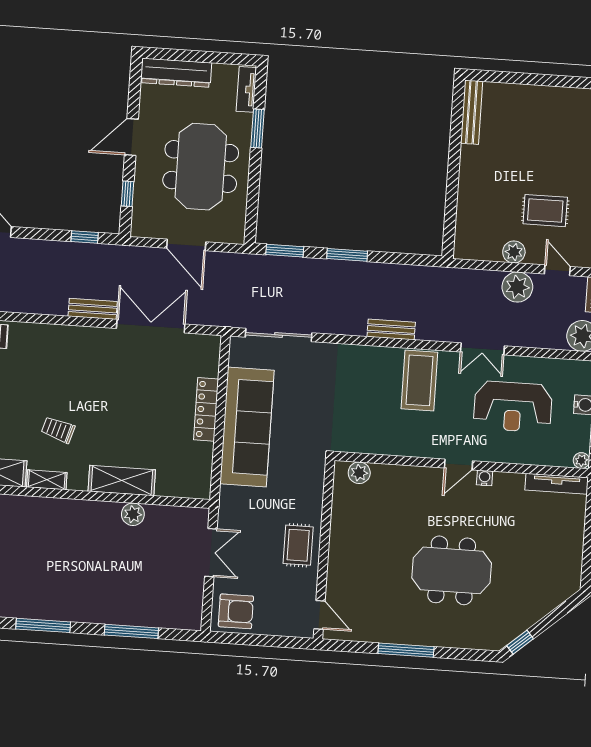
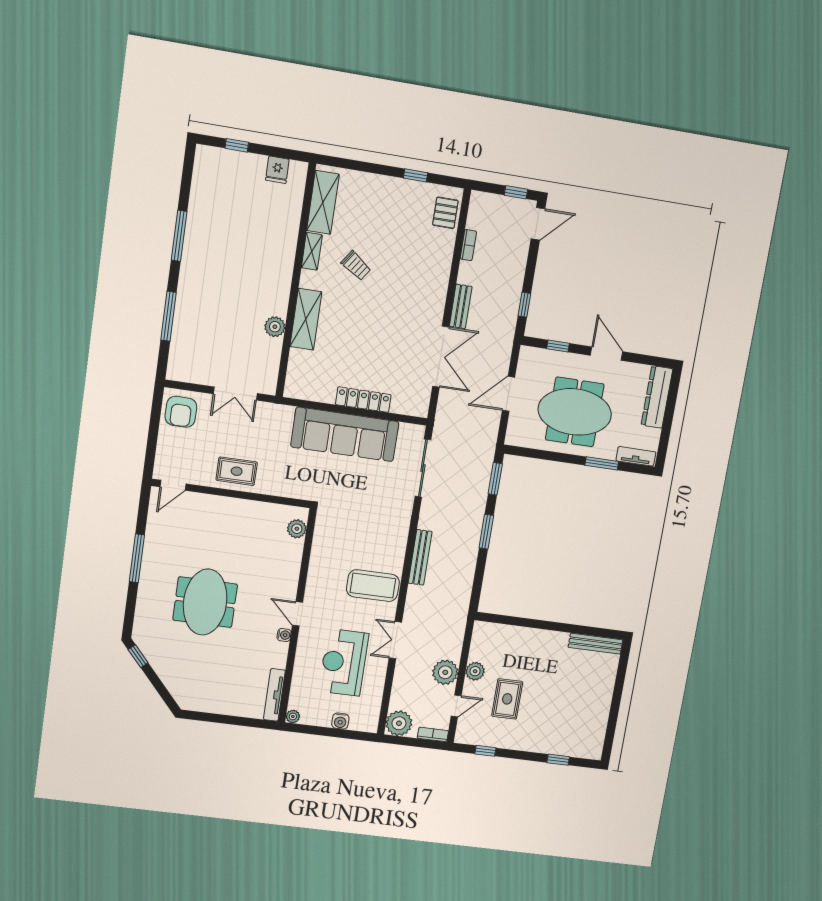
bookcase: (24, 307) -> (468, 245), added
bench: (391, 329) -> (420, 557), width x1.36
trolley: (58, 430) -> (356, 266), turned 108

